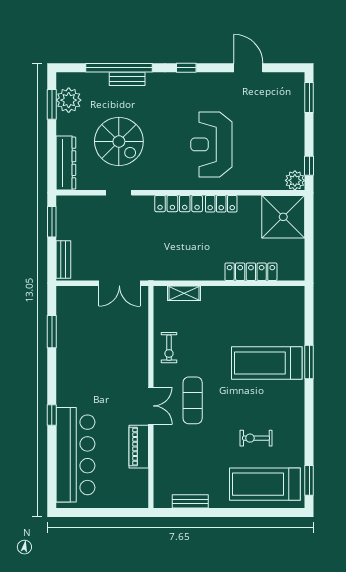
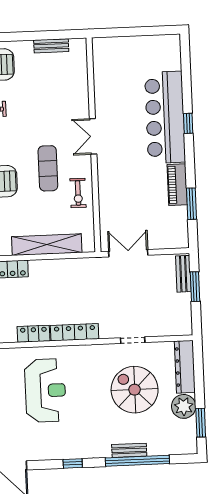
plant: (69, 100) -> (184, 406), moved
window: (52, 222) -> (195, 287), moved
shelving: (184, 293) -> (47, 245), width x2.20, depth x1.33
exercise bike: (169, 348) -> (78, 193), turned 180
exercise mat: (193, 400) -> (48, 168), moved
piano: (139, 447) -> (177, 185), moved, turned 180
bar counter: (75, 455) -> (165, 117), moved

